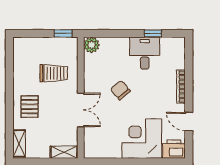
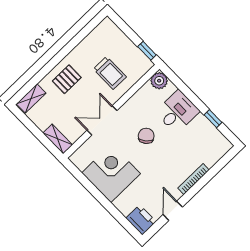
desk: (145, 53) -> (177, 112), moved
double door: (81, 110) -> (102, 120), swing flipped
corner desk: (142, 139) -> (111, 173), moved

